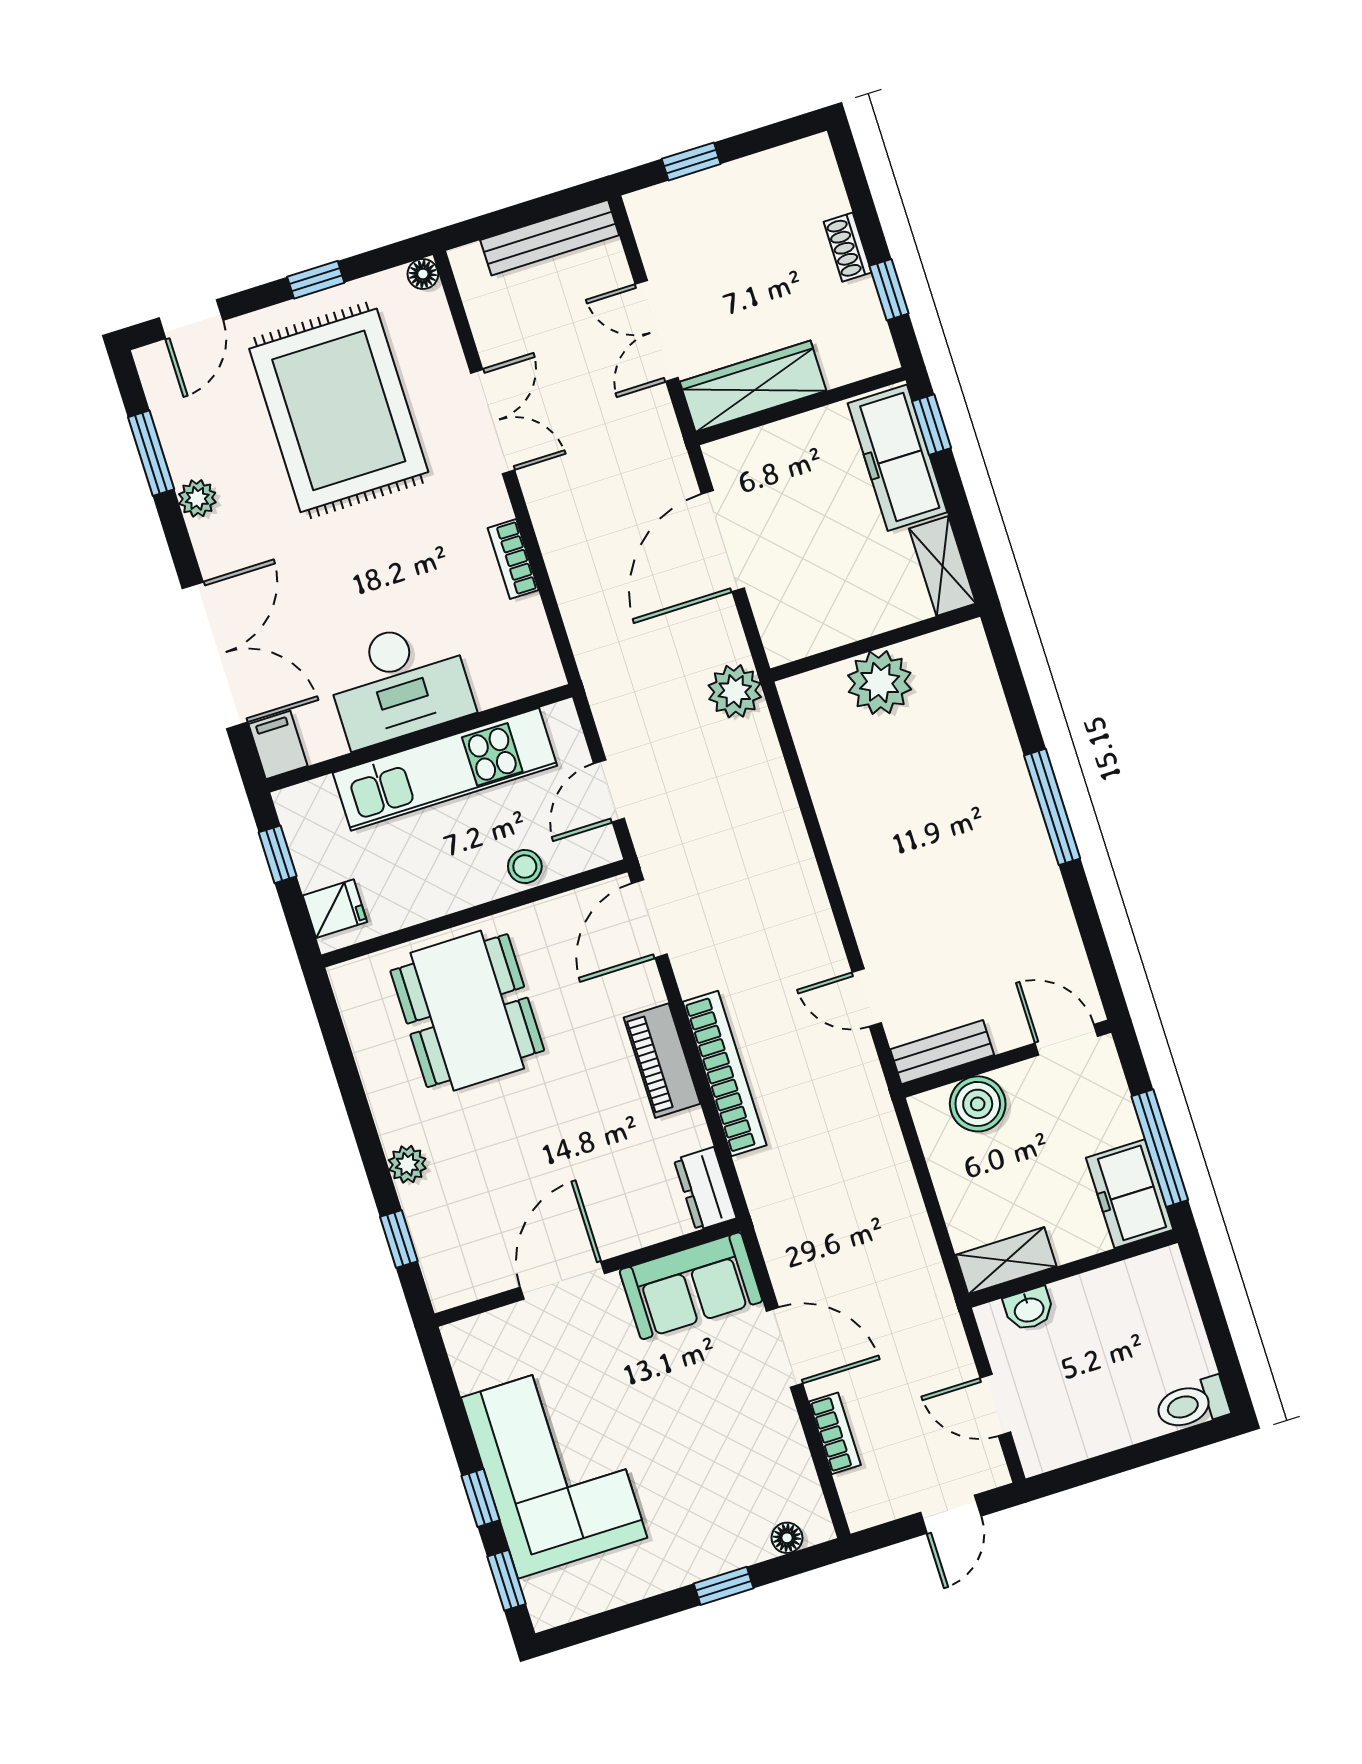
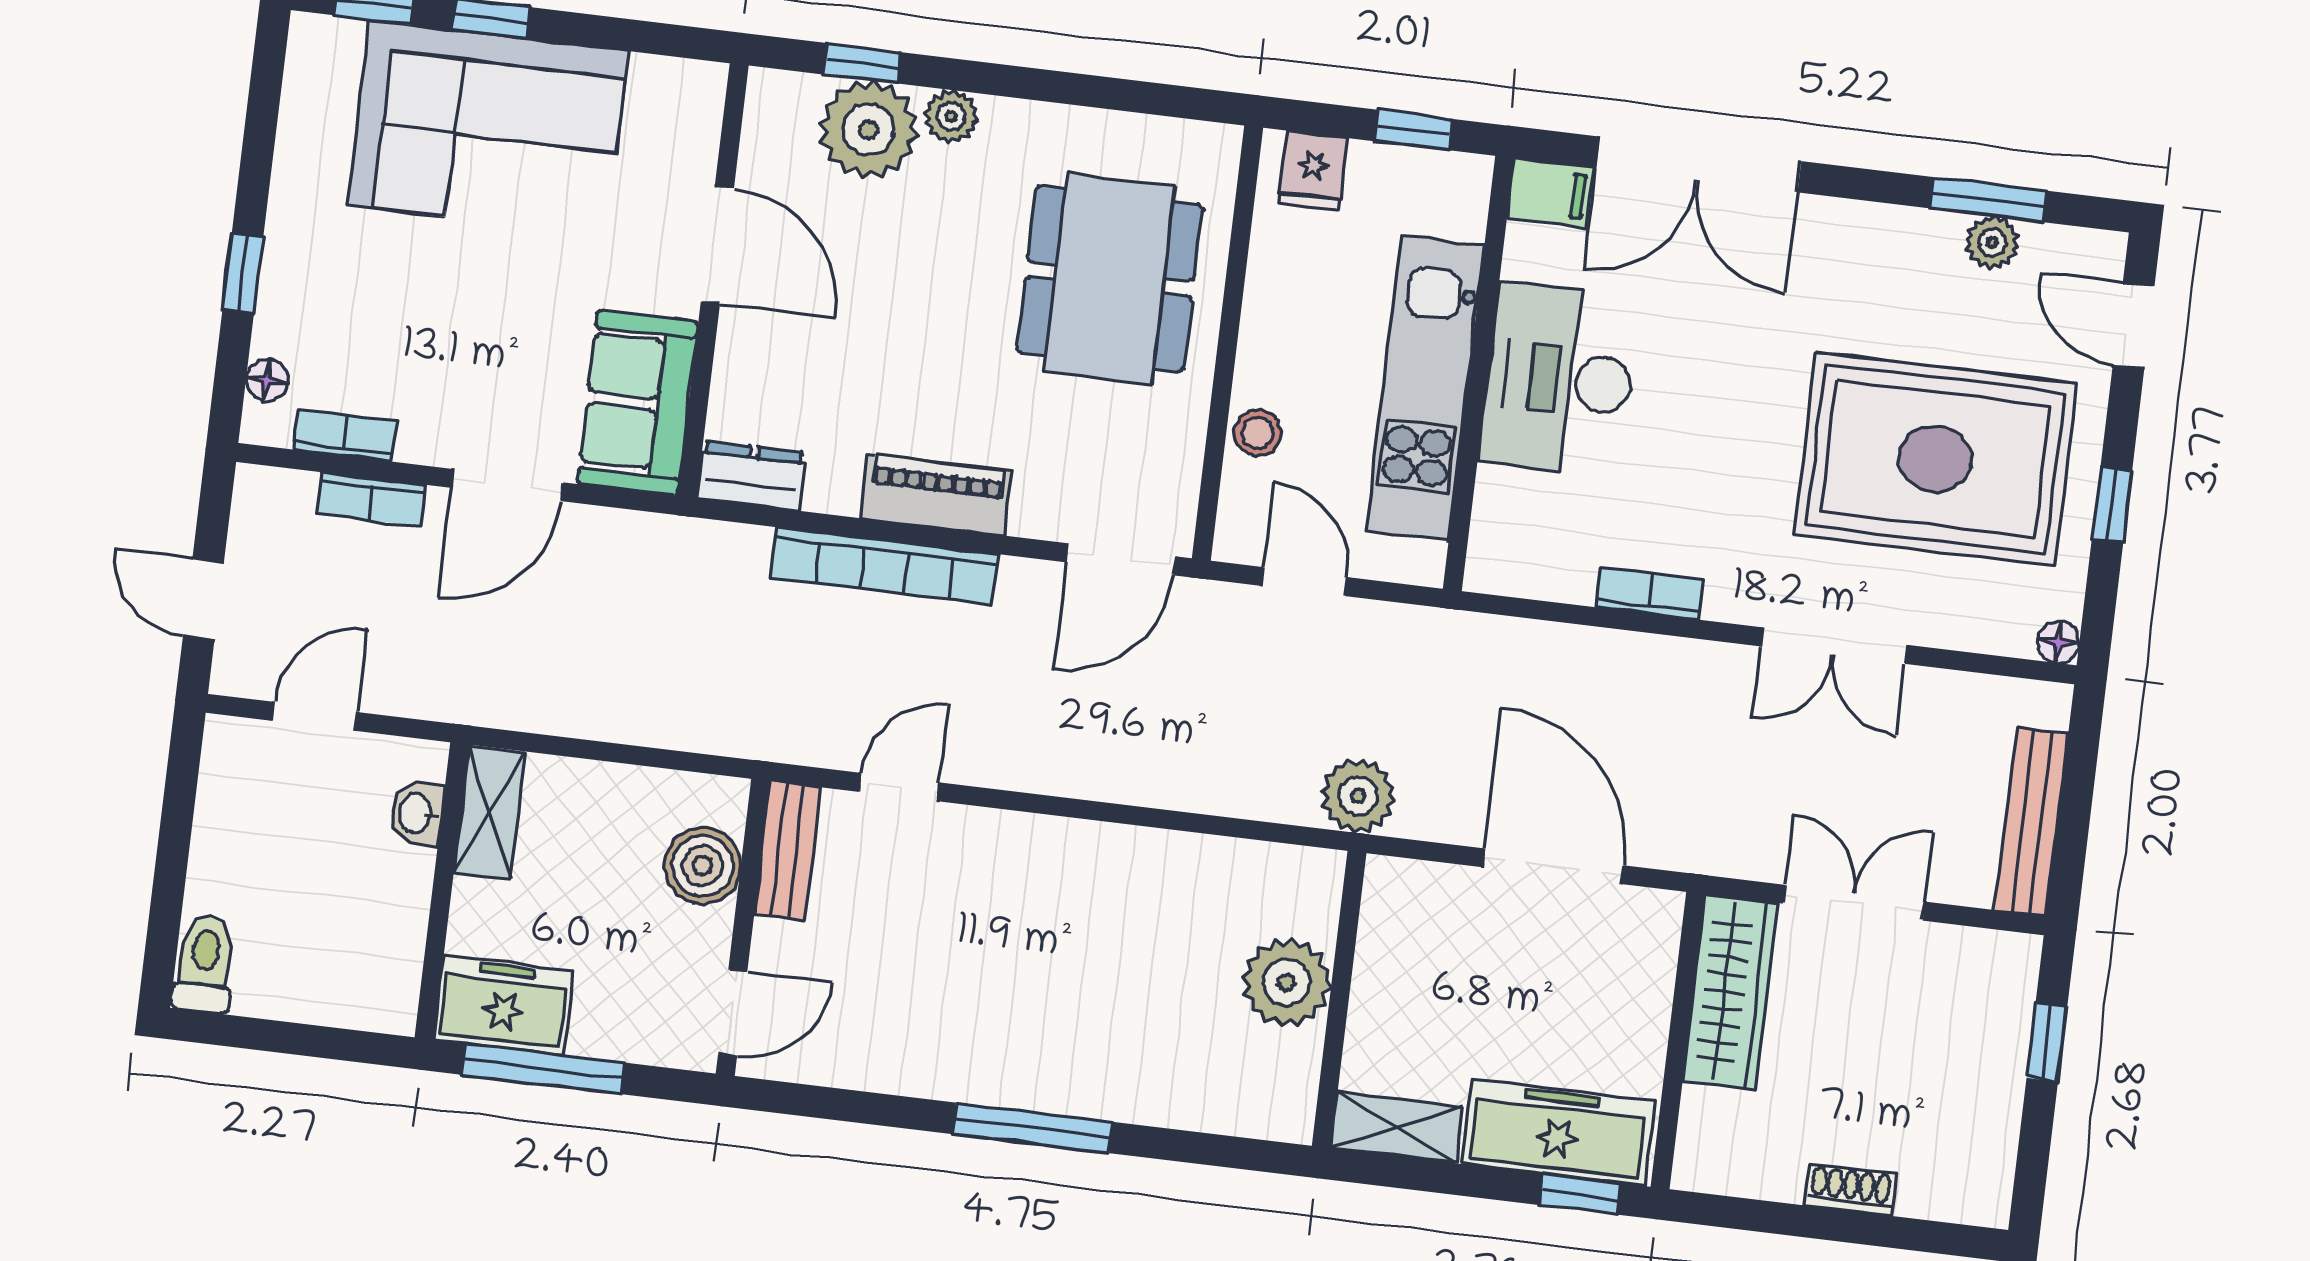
window: (889, 290) -> (1774, 1218), removed
plant: (197, 498) -> (1992, 242), moved
door: (649, 919) -> (1121, 559), swing flipped
dining table: (467, 1011) -> (1110, 279), turned 90
plant: (441, 1215) -> (868, 130), added
bookcase: (801, 1470) -> (344, 436), added

